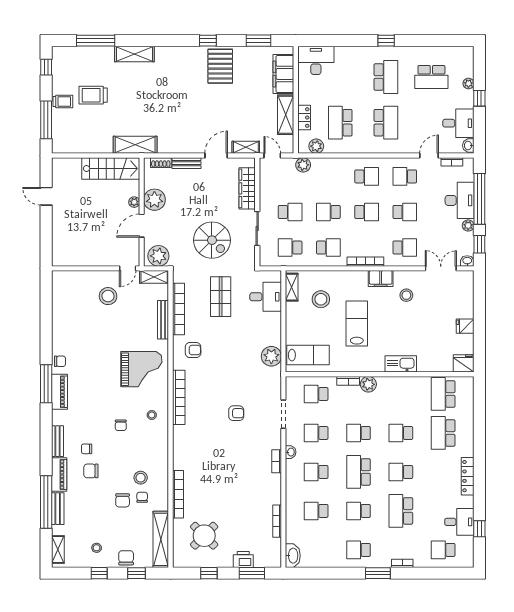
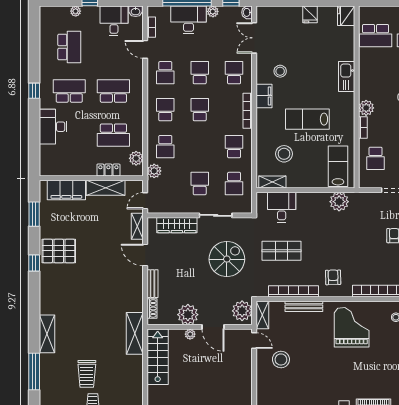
desk: (316, 60) -> (53, 127), moved
school desk: (328, 212) -> (165, 147), moved

